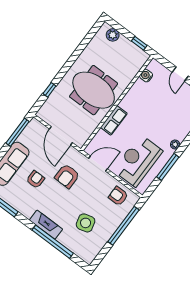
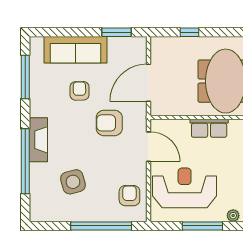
window: (18, 132) -> (117, 32), width x0.69
armchair: (35, 179) -> (79, 91), turned -91

